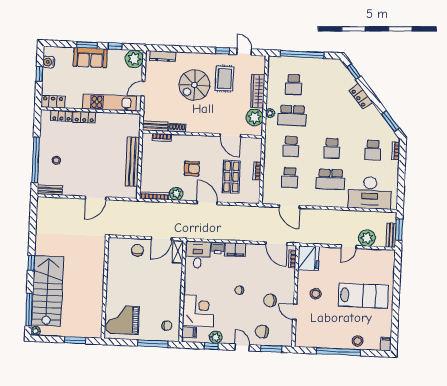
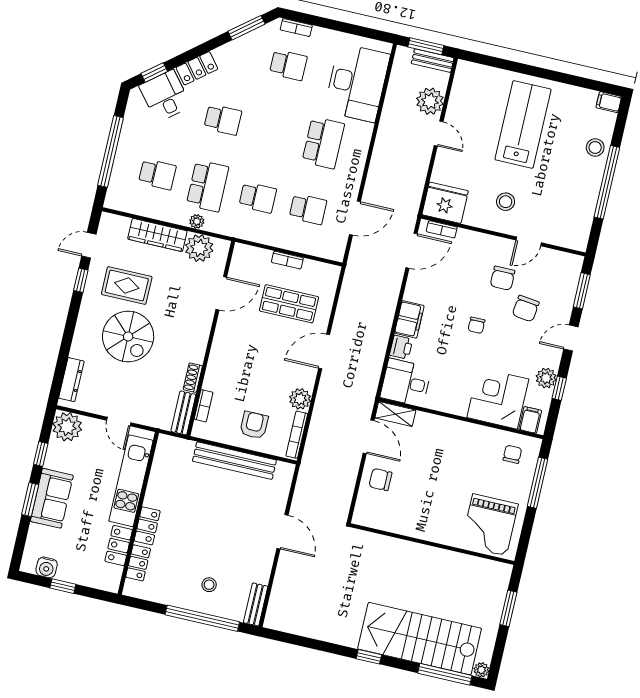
desk: (341, 80) -> (165, 96), added
locker: (53, 102) -> (119, 546), moved
school desk: (332, 148) -> (223, 120), moved
armchair: (192, 169) -> (254, 425), moved
chair: (262, 332) -> (526, 309), moved

